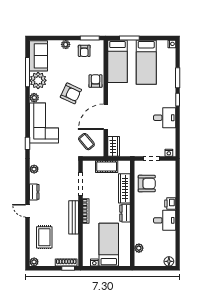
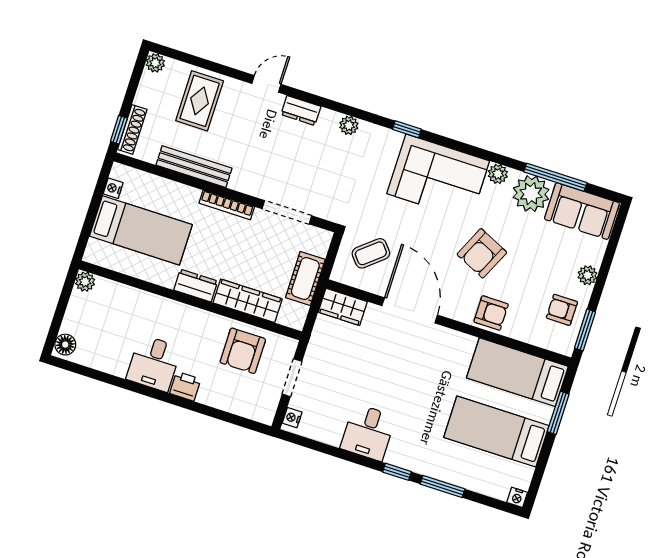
bench: (74, 217) -> (194, 167), moved
rug: (44, 237) -> (200, 101), turned 90
plant: (139, 248) -> (85, 282), moved

